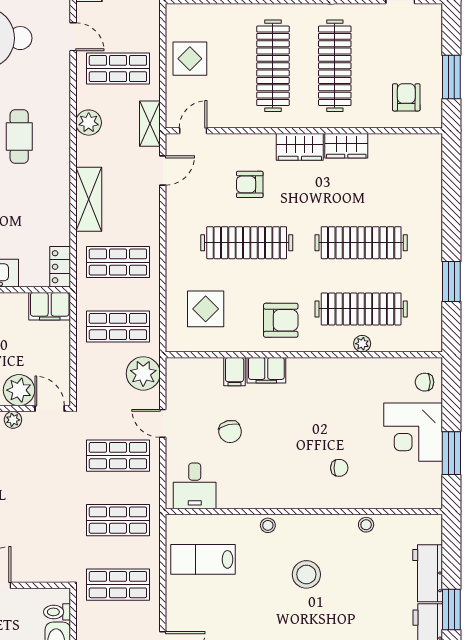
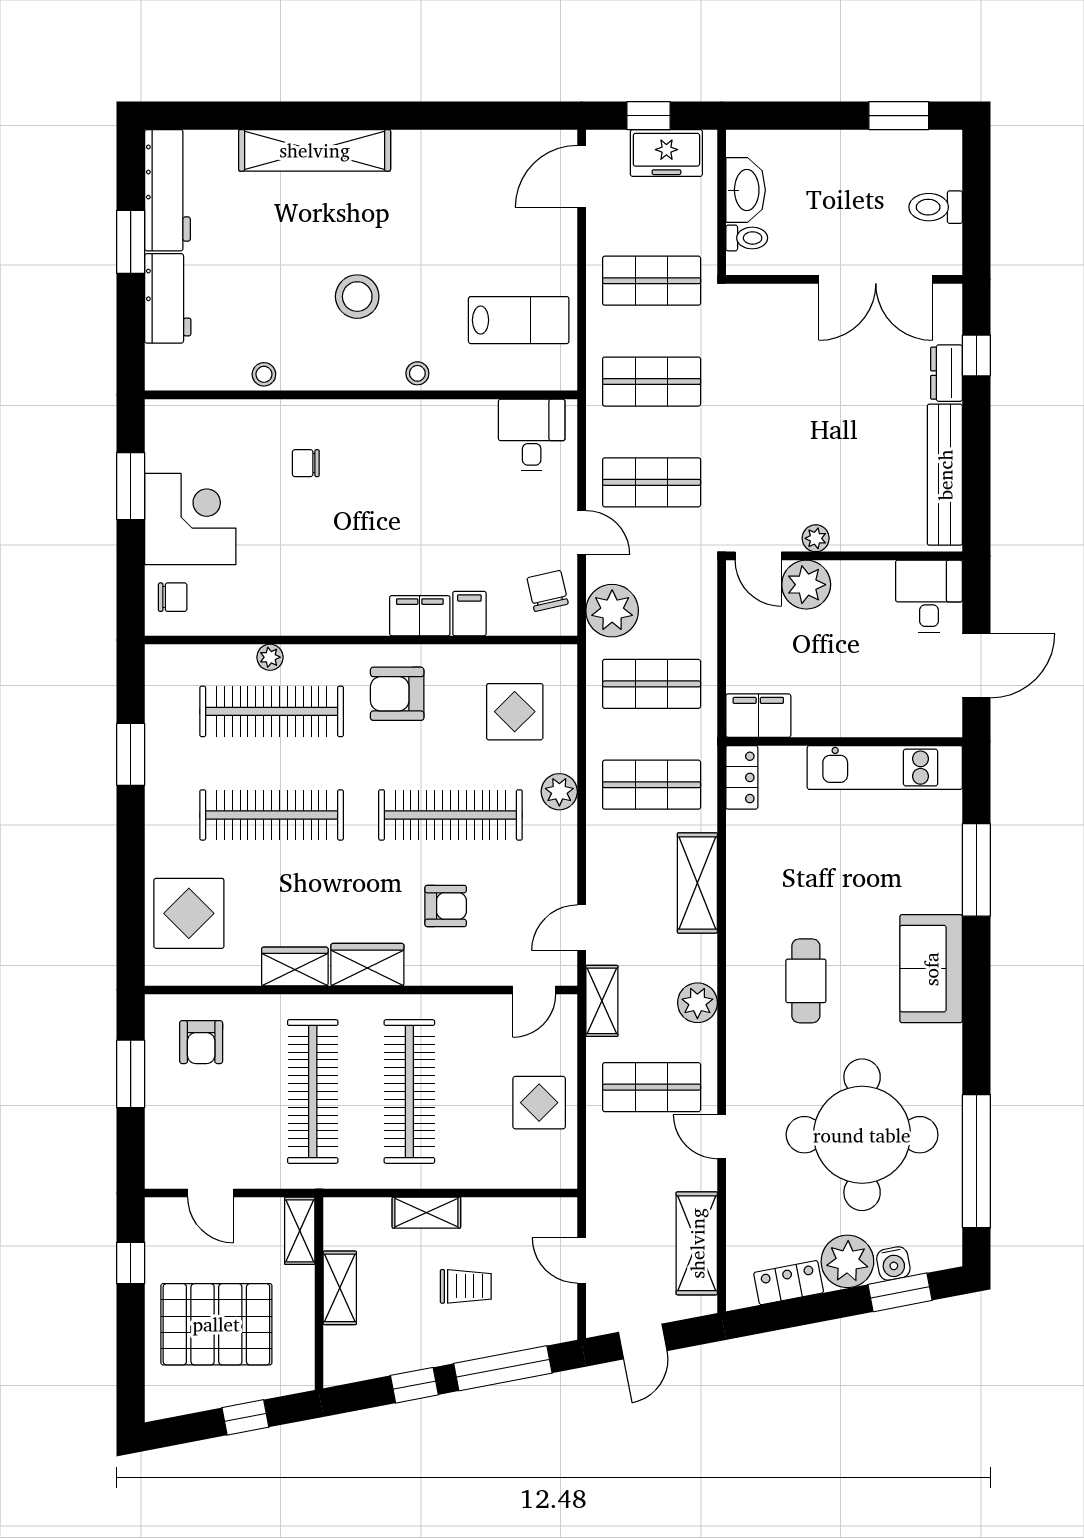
display table: (414, 180) -> (189, 913), added
plant: (177, 258) -> (559, 792), added
chair: (230, 432) -> (548, 591), moved

